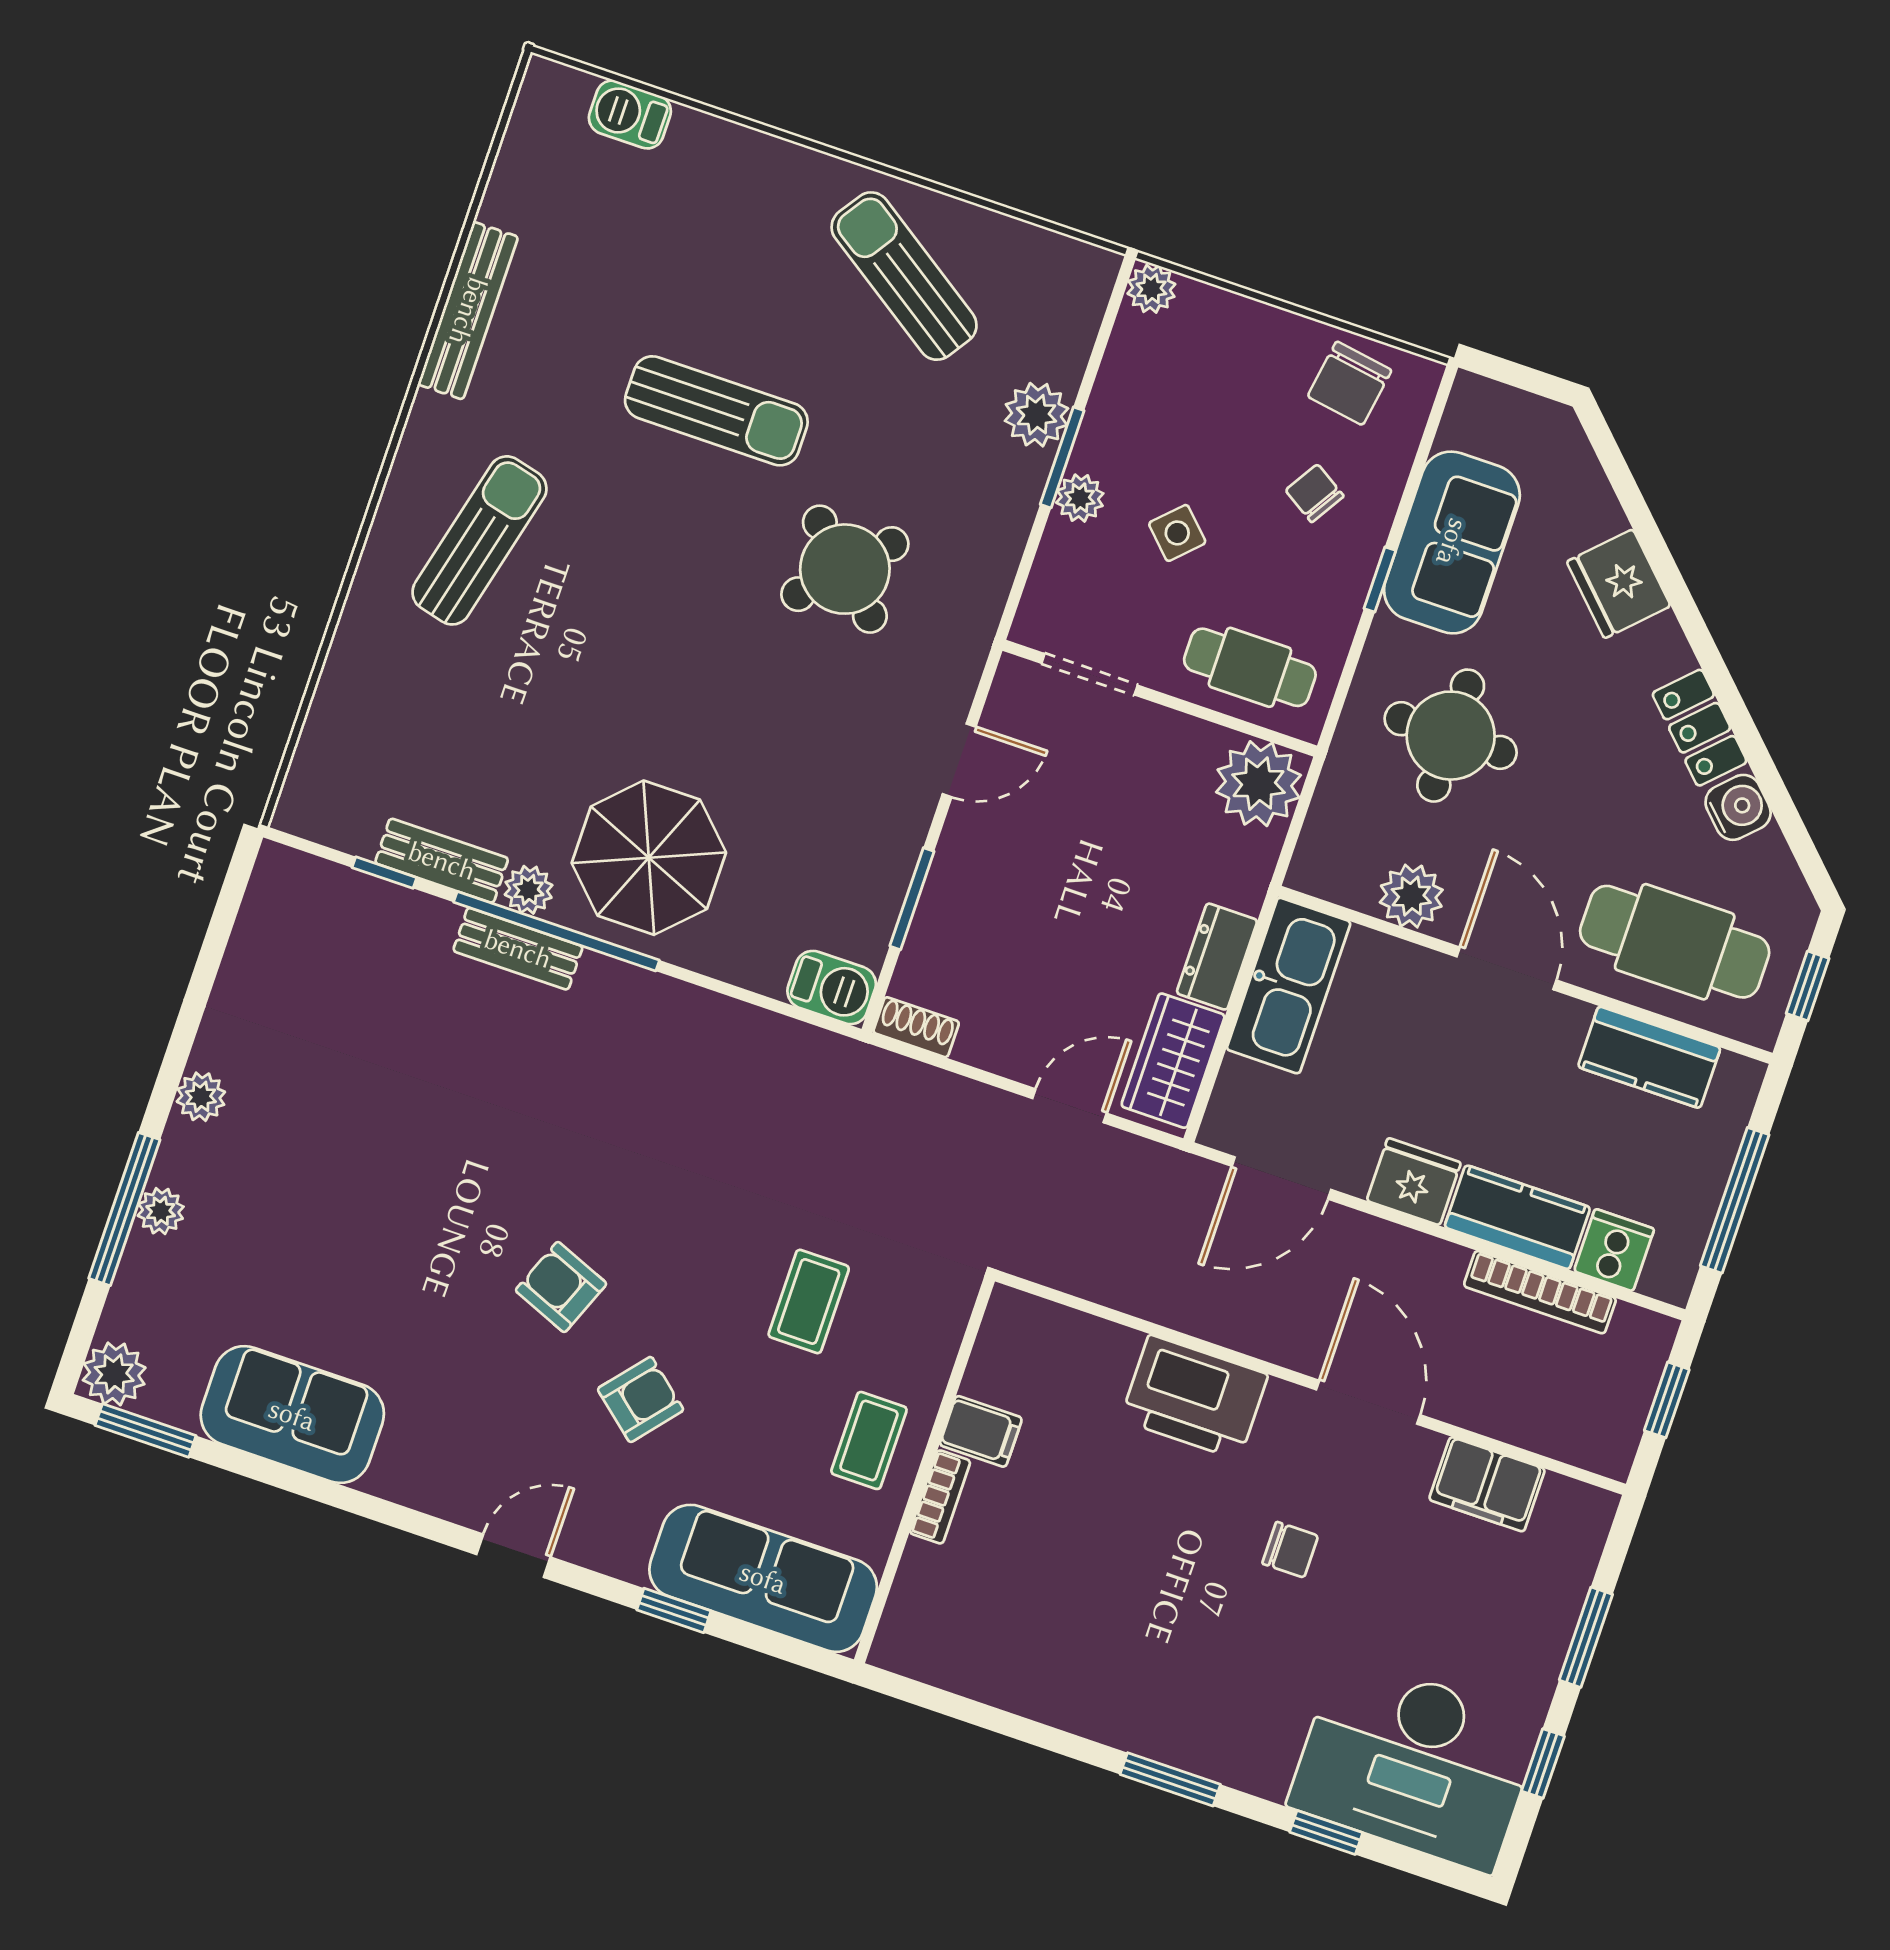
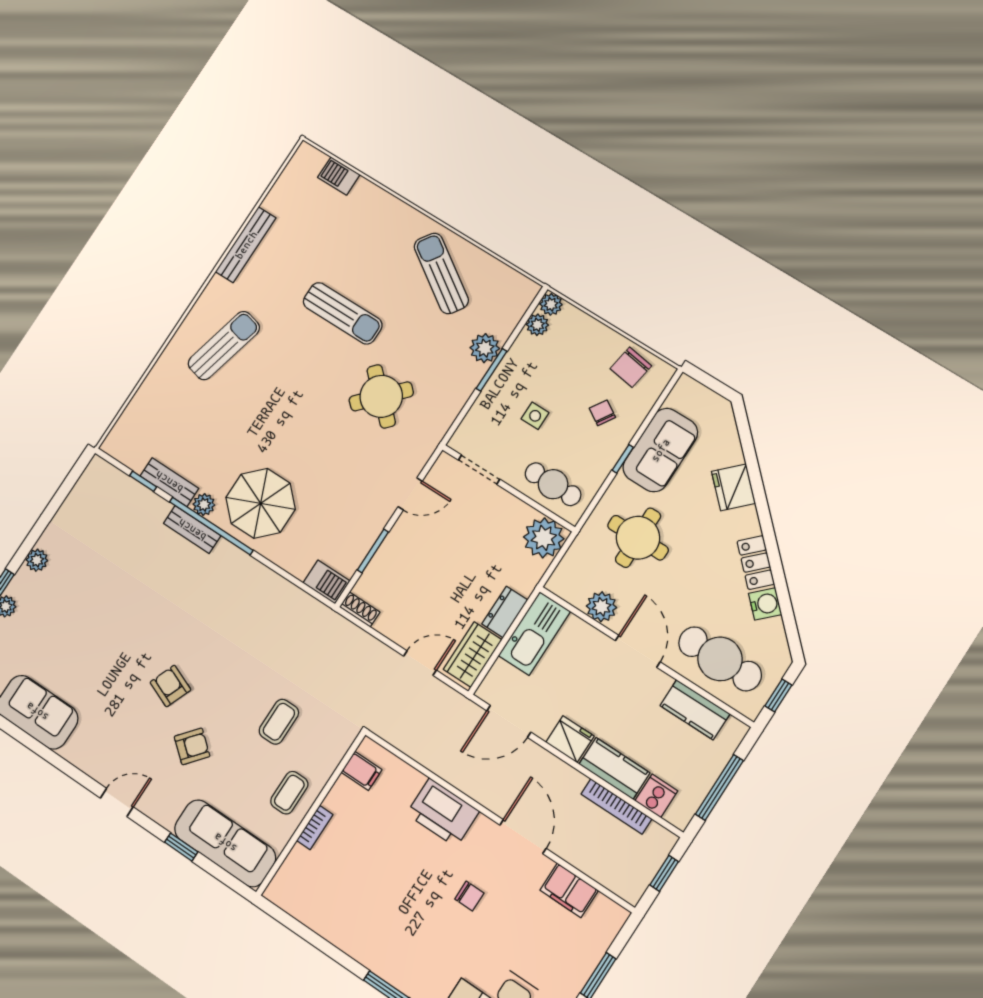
plant: (1080, 498) -> (537, 325), moved
side table: (1177, 533) -> (535, 416), turned 45
filing cabinet: (981, 1431) -> (361, 771), moved

